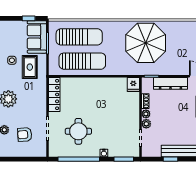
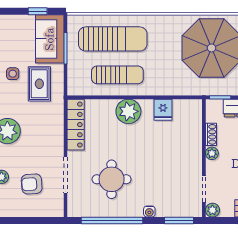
sun lounger: (82, 61) -> (117, 75), width x0.73, depth x0.75
fridge: (133, 84) -> (163, 110), moved
plant: (90, 86) -> (128, 111), added
plant: (146, 124) -> (212, 210), moved

